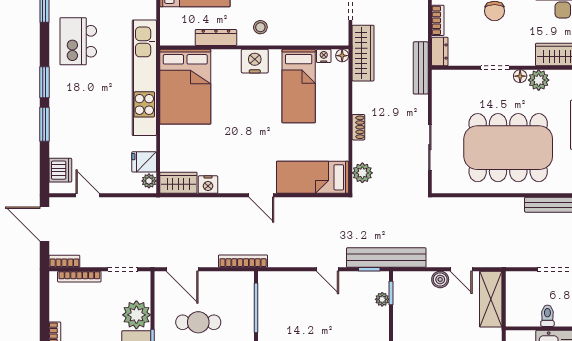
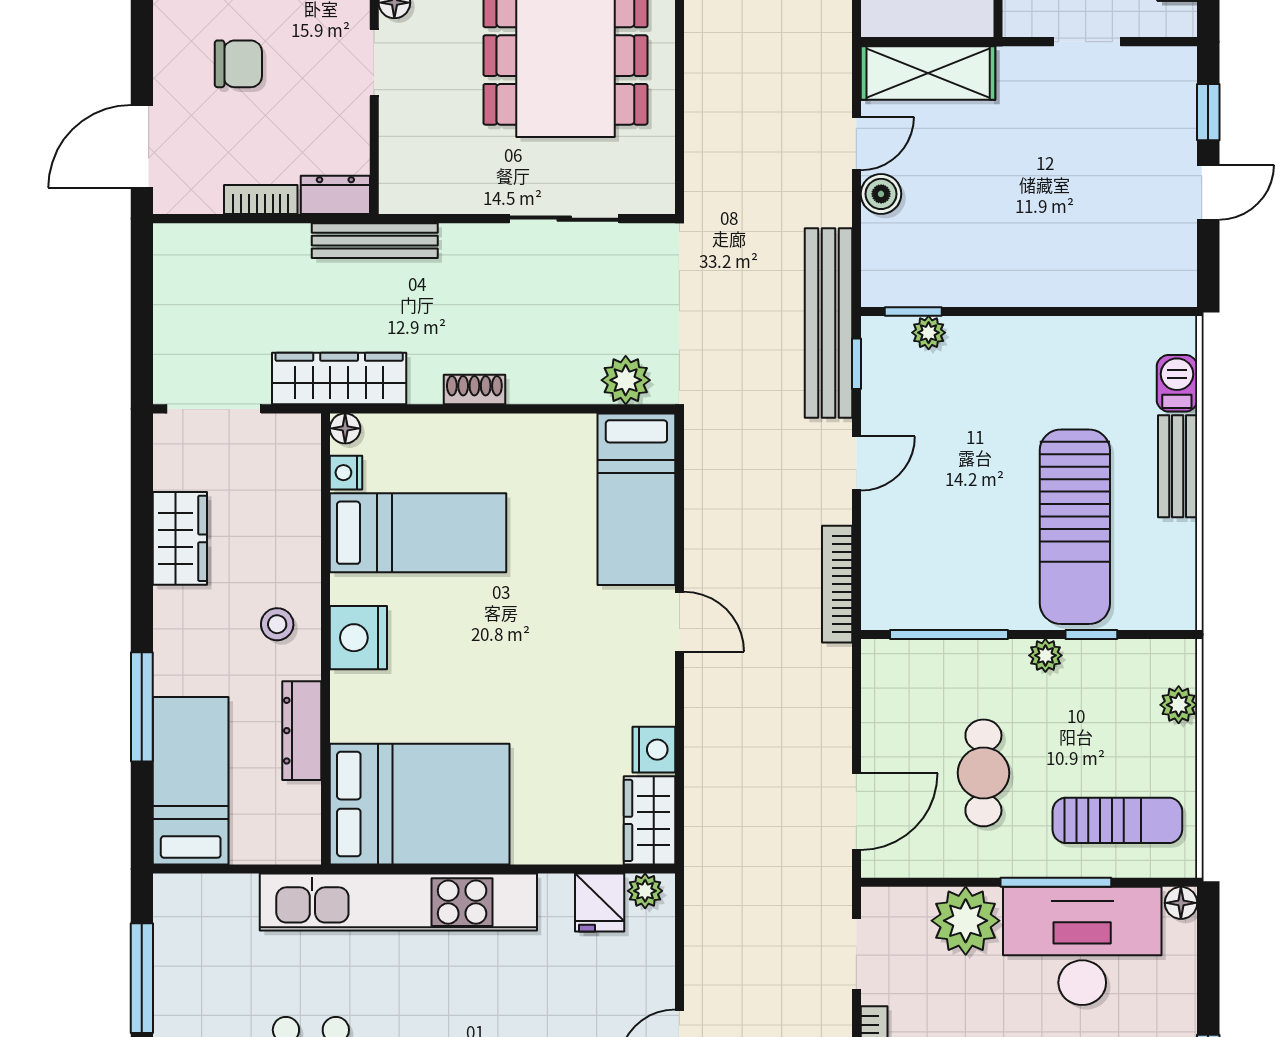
shoe rack: (358, 127) -> (474, 390), moved
door: (261, 195) -> (679, 622), hinge flipped
bookcase: (243, 261) -> (837, 584), moved

